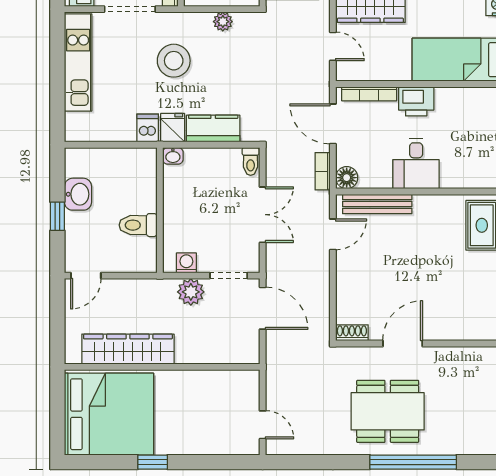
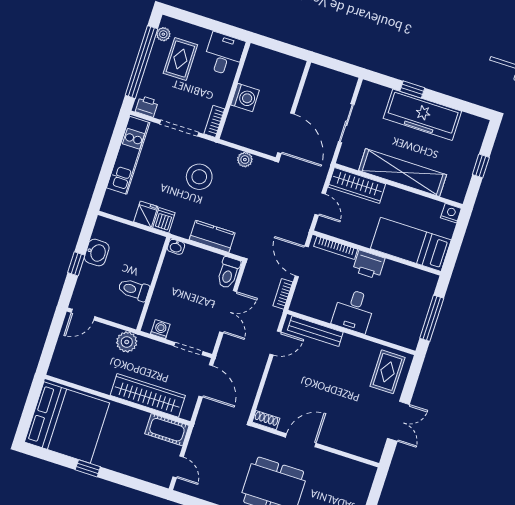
fridge: (173, 128) -> (146, 214), moved
toilet: (251, 161) -> (228, 273), width x1.37, depth x1.39
floor lamp: (347, 178) -> (299, 304), removed
plant: (191, 292) -> (127, 342), moved
wardrobe: (128, 349) -> (148, 395), moved
cot: (234, 384) -> (167, 430), added

